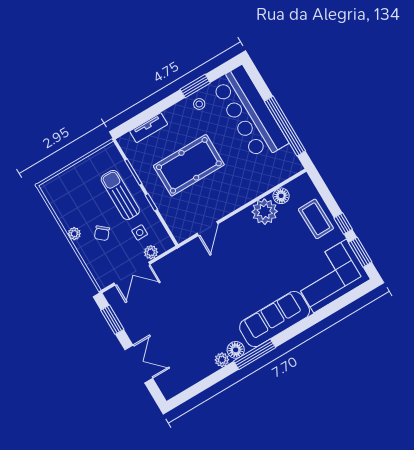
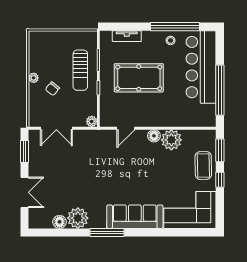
window: (195, 86) -> (175, 27), width x2.11
sun lounger: (120, 195) -> (80, 70), turned 180
floor lamp: (281, 196) -> (154, 136), moved
side table: (140, 232) -> (78, 103), removed
plant: (151, 252) -> (92, 121), moved
window: (360, 252) -> (220, 150), moved
floor lamp: (236, 350) -> (60, 222), moved
plant: (222, 360) -> (78, 218), width x1.88, depth x1.88

